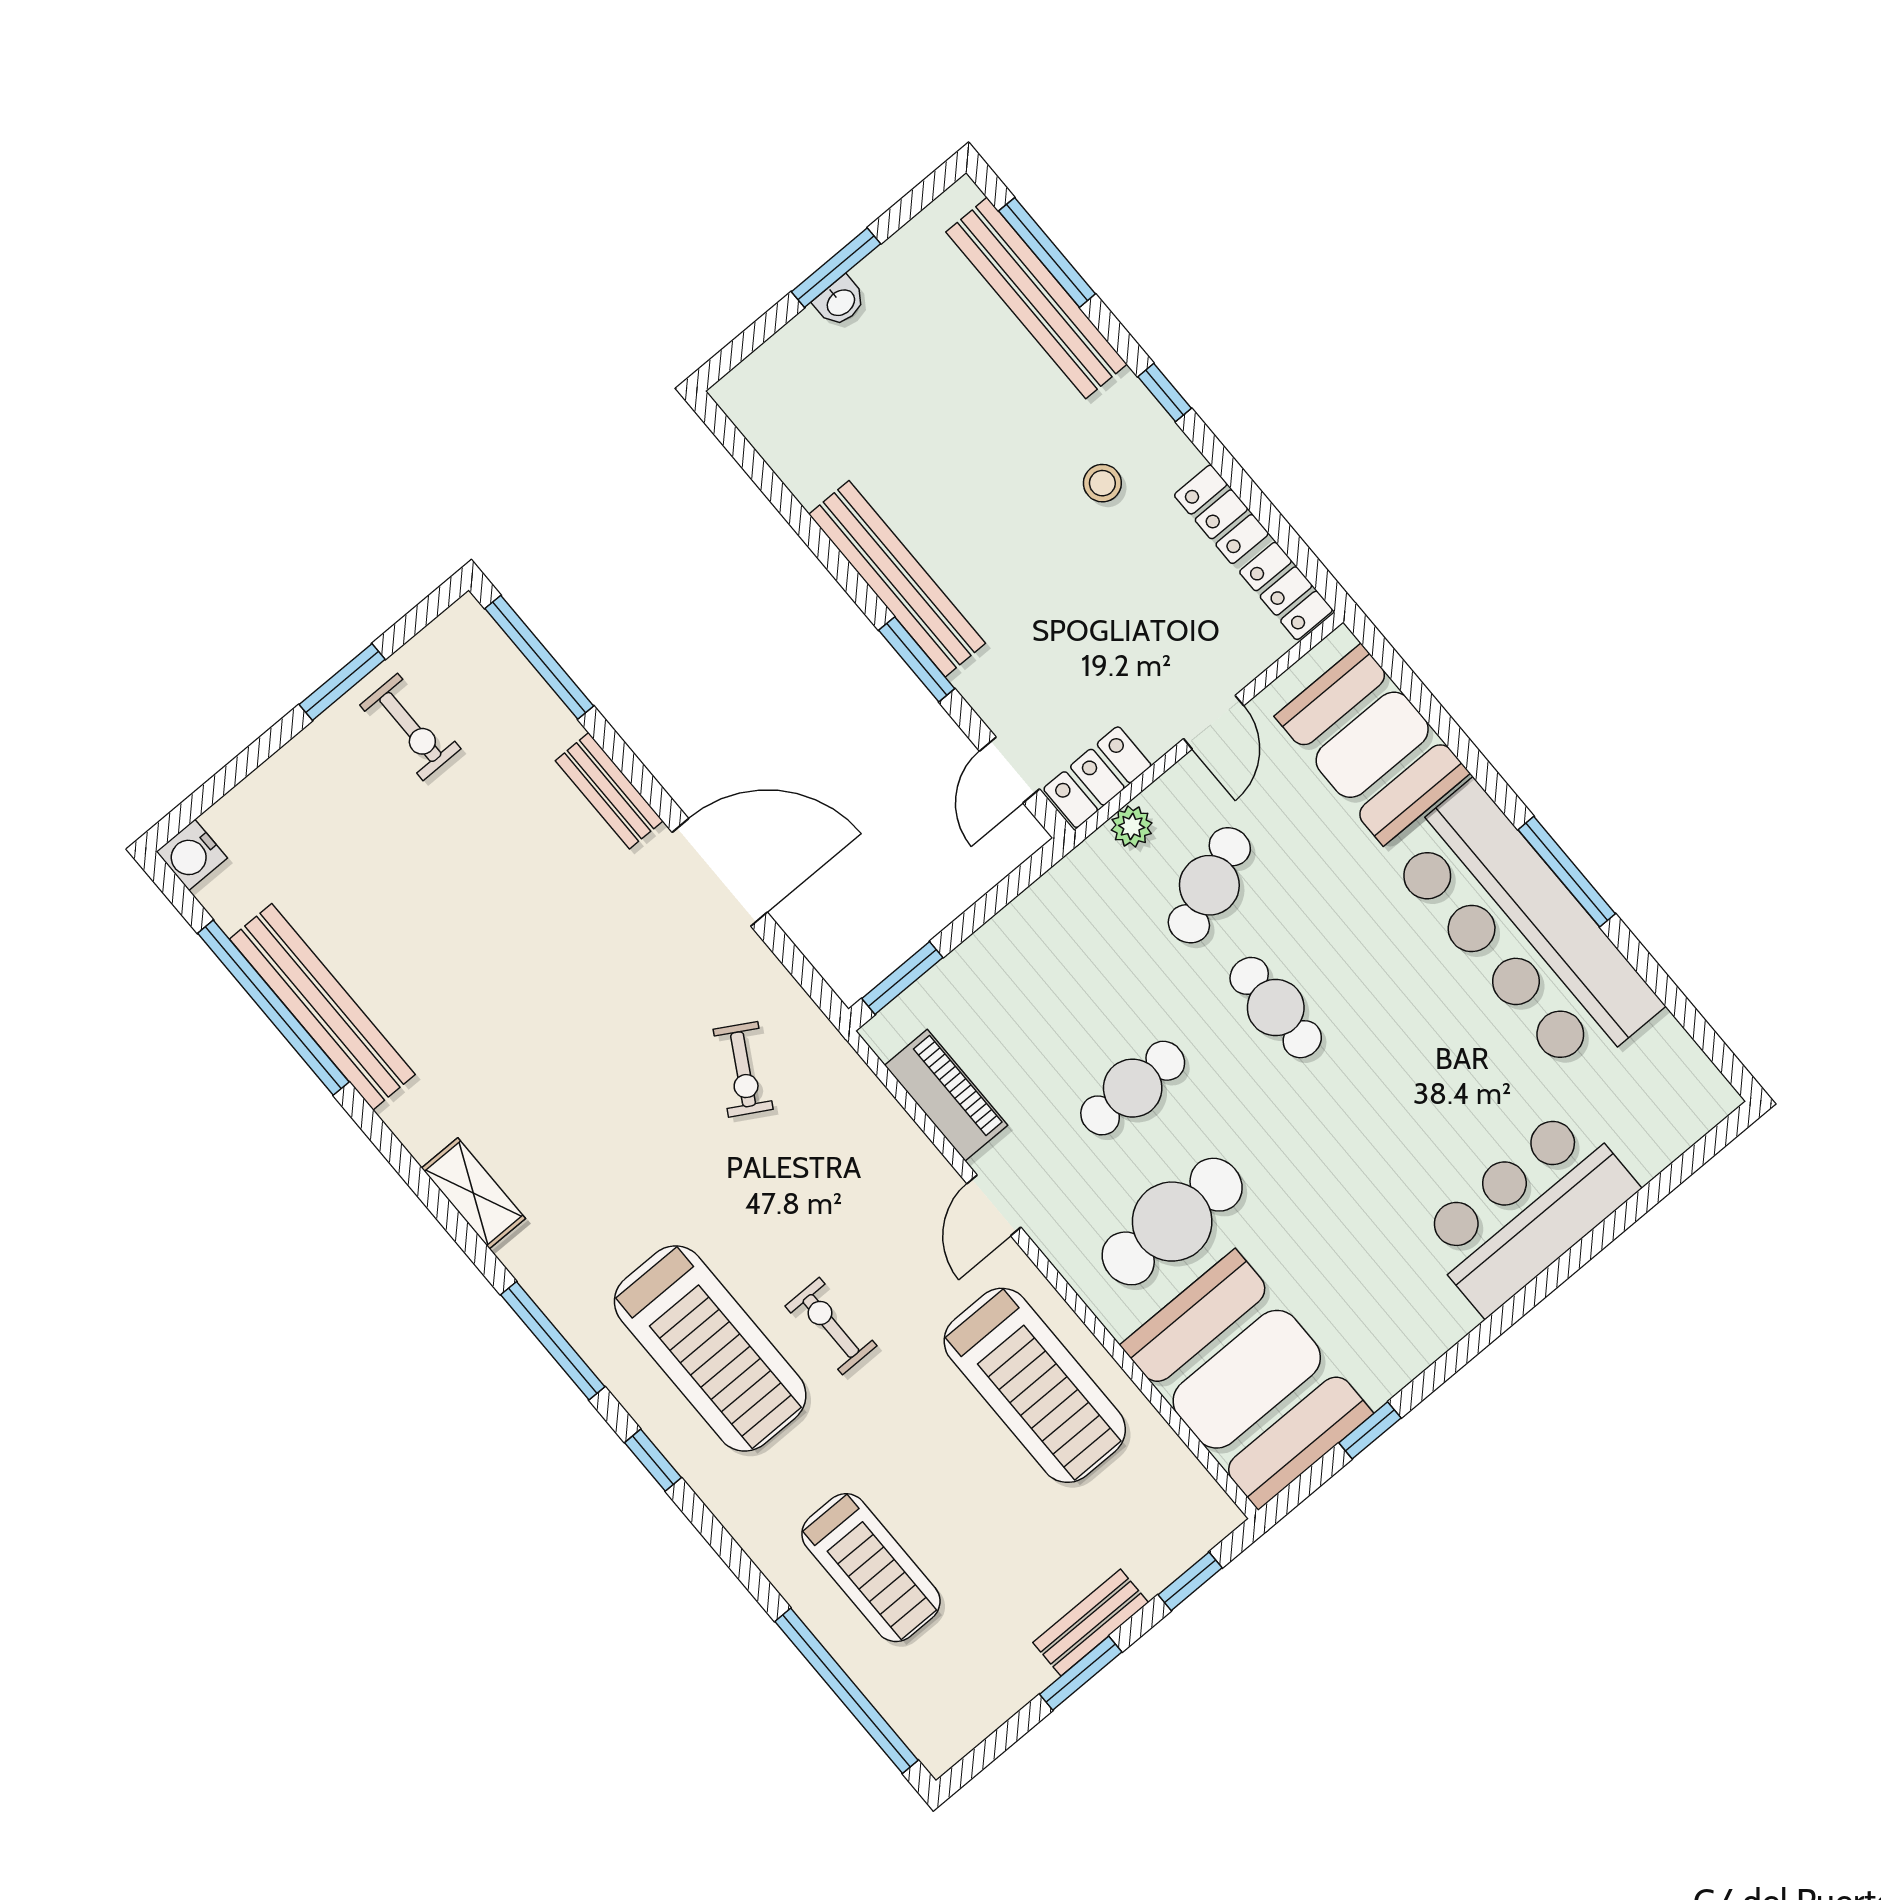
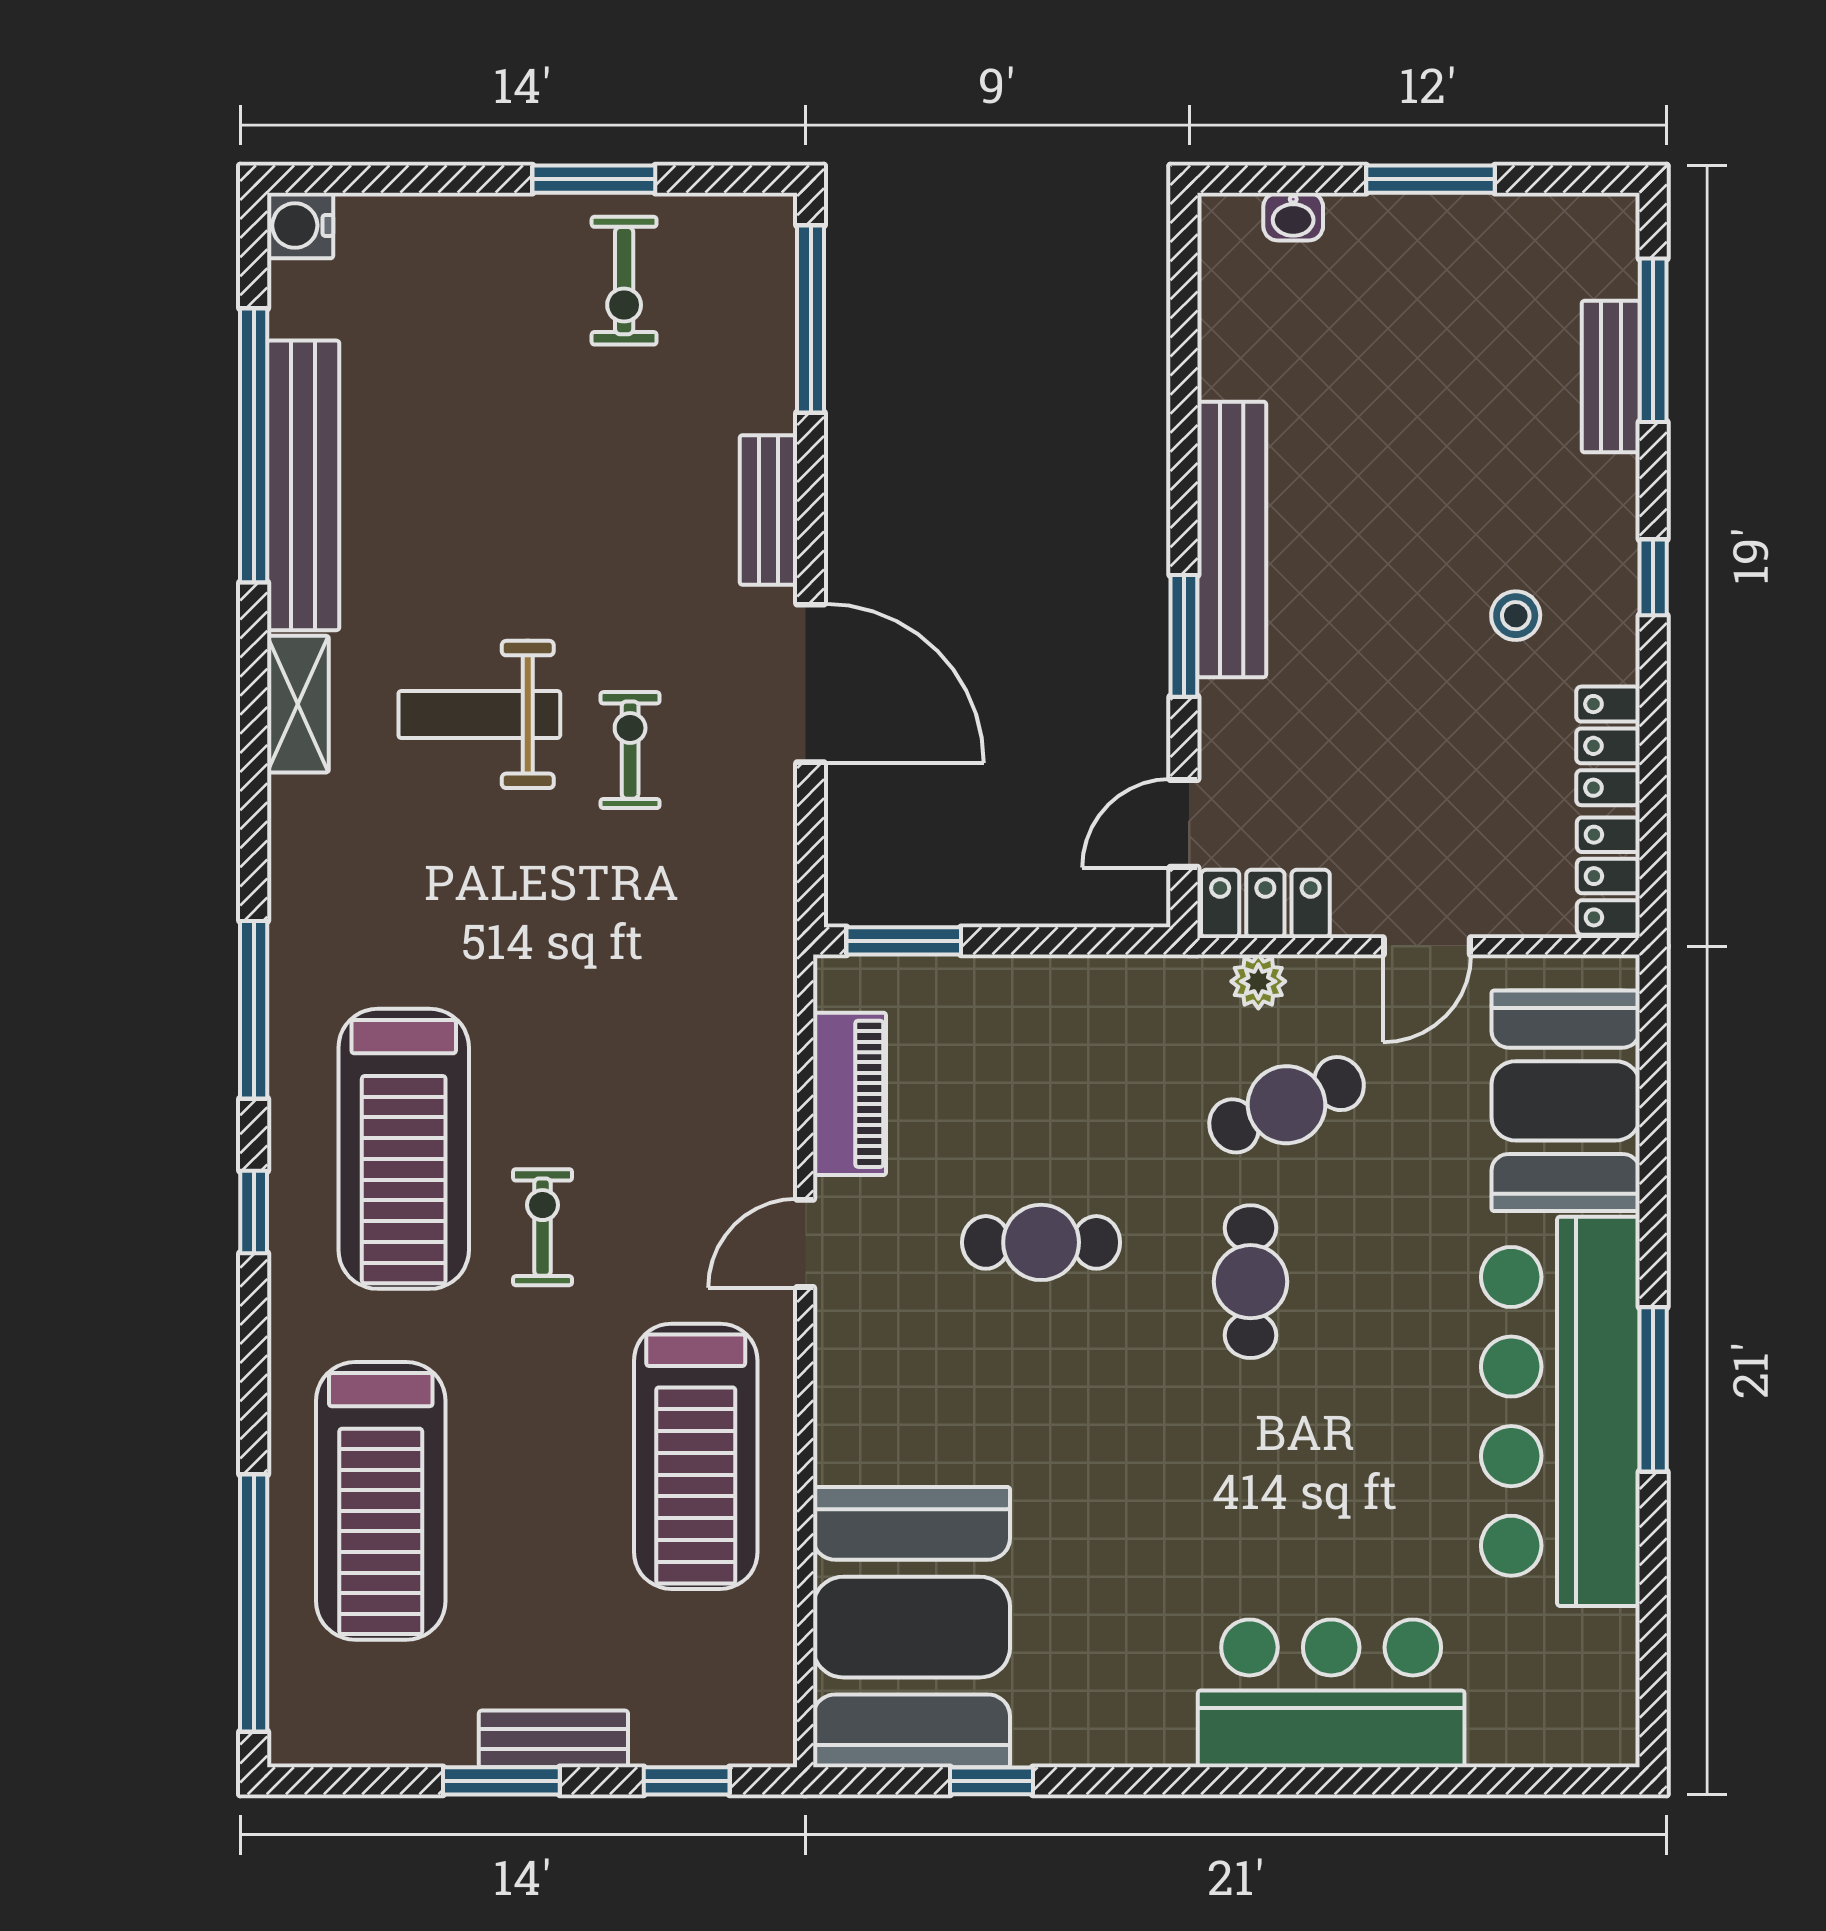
bench: (1036, 298) -> (1611, 377), width x0.54, depth x0.82
washbasin: (840, 302) -> (1293, 217), moved
weight bench: (540, 1055) -> (479, 714), added
exercise bike: (743, 1069) -> (630, 750), moved, turned 150
shelving: (474, 1193) -> (298, 704), moved
cafe table: (1172, 1222) -> (969, 1408), removed
treadmill: (871, 1568) -> (381, 1501), width x1.37, depth x1.38

